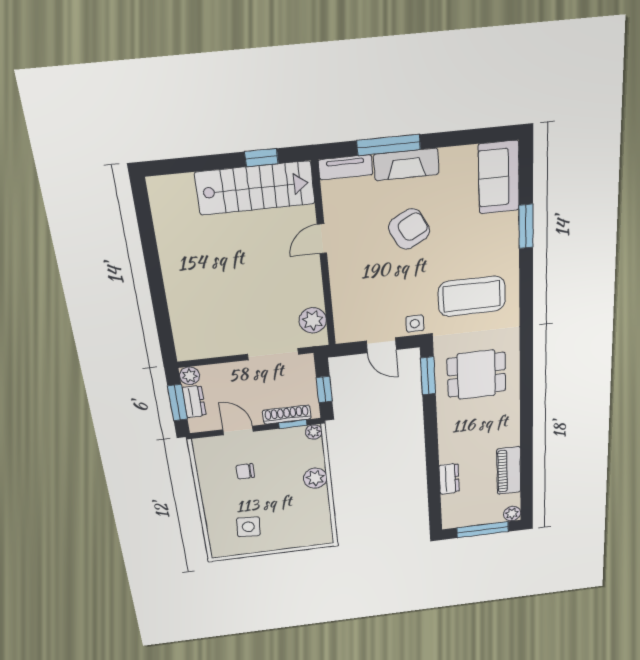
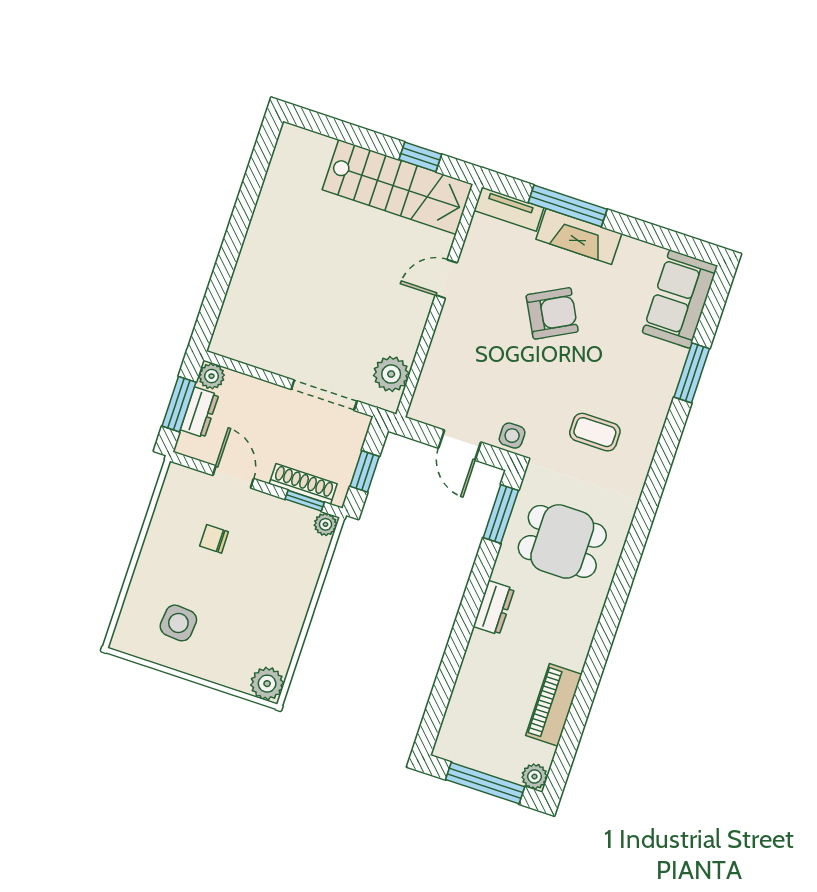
coffee table: (472, 296) -> (595, 432), width x0.54, depth x0.58
plant: (315, 478) -> (267, 684), moved
dresser: (449, 479) -> (494, 608), moved

